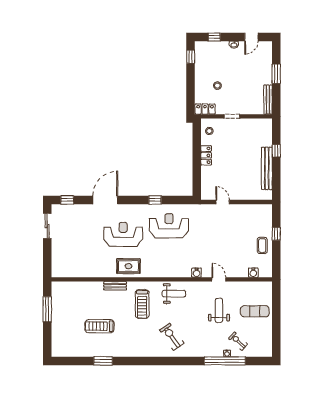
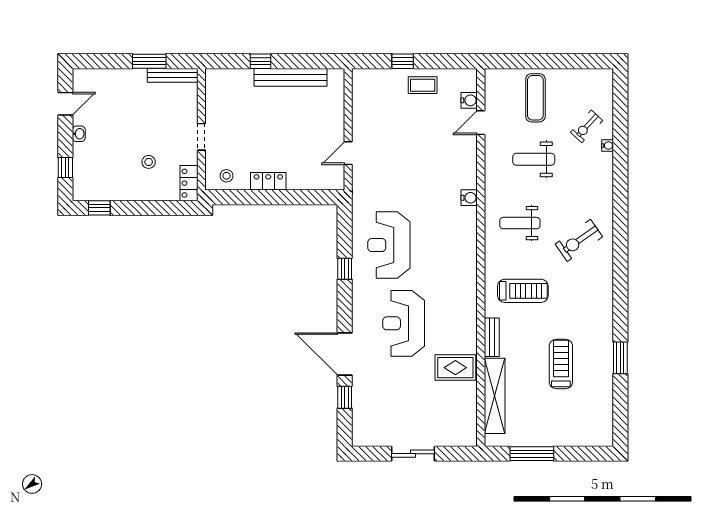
door: (251, 37) -> (65, 104), hinge flipped
window: (276, 74) -> (149, 61), moved
window: (67, 200) -> (345, 397), moved
sliding door: (47, 226) -> (413, 454), moved
rug: (128, 266) -> (455, 368), moved, turned 90
door: (219, 279) -> (481, 123), moved
shelving: (81, 287) -> (495, 396), added
weight bench: (174, 294) -> (520, 223), moved, turned -90
treadmill: (99, 326) -> (561, 364), turned 180
window: (225, 361) -> (620, 149), removed

